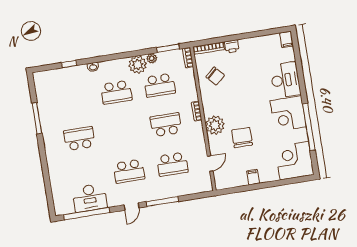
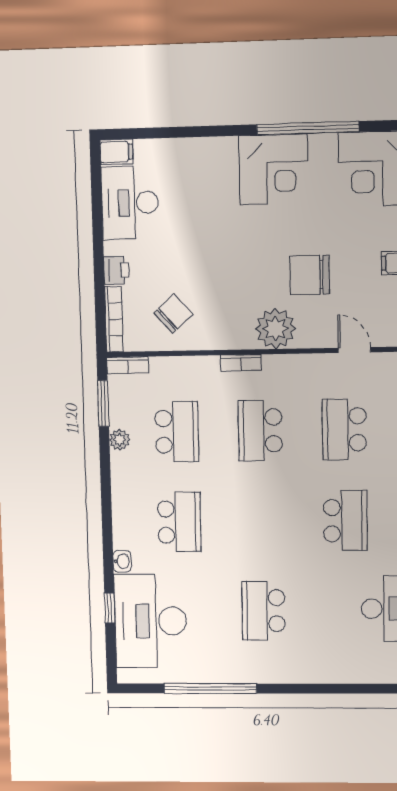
plant: (138, 65) -> (129, 471), removed
desk: (285, 80) -> (130, 203), moved, turned -90
desk: (66, 85) -> (150, 621), added
window: (37, 118) -> (210, 689), width x1.46
school desk: (172, 164) -> (344, 429), turned 180

